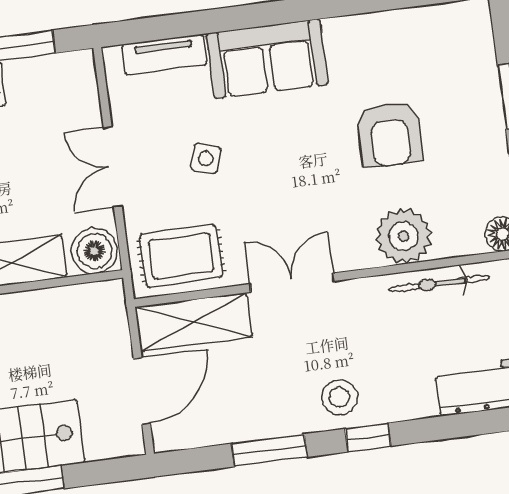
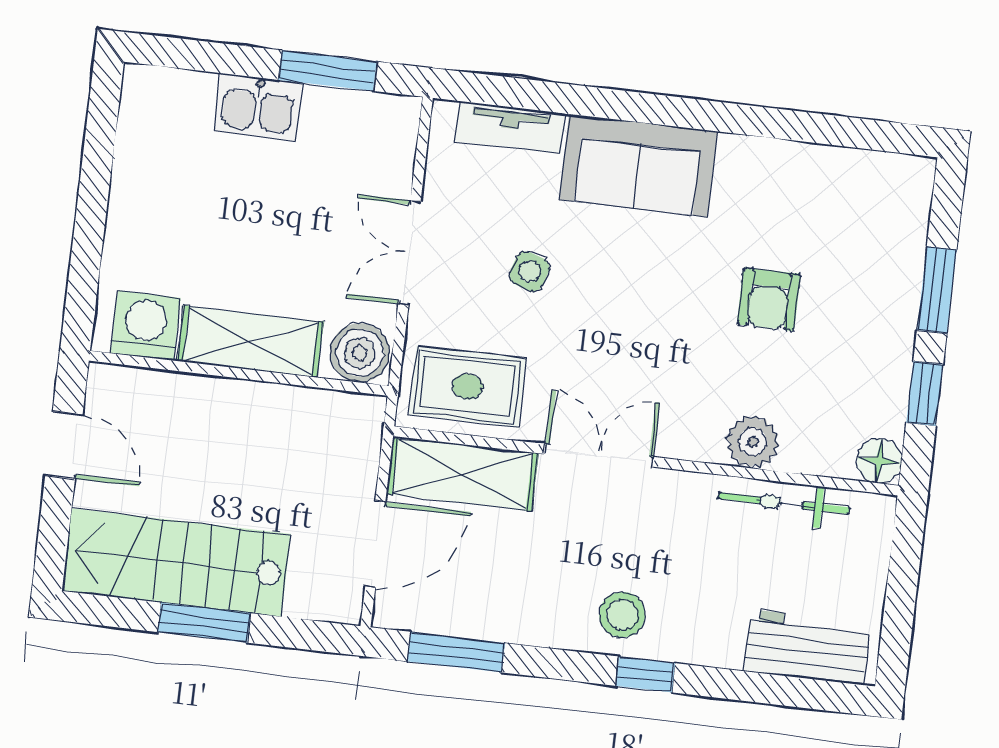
armchair: (390, 134) -> (769, 299), width x0.72, depth x0.72
plant: (404, 236) -> (753, 442), width x0.73, depth x0.73
window: (269, 450) -> (456, 652), moved

